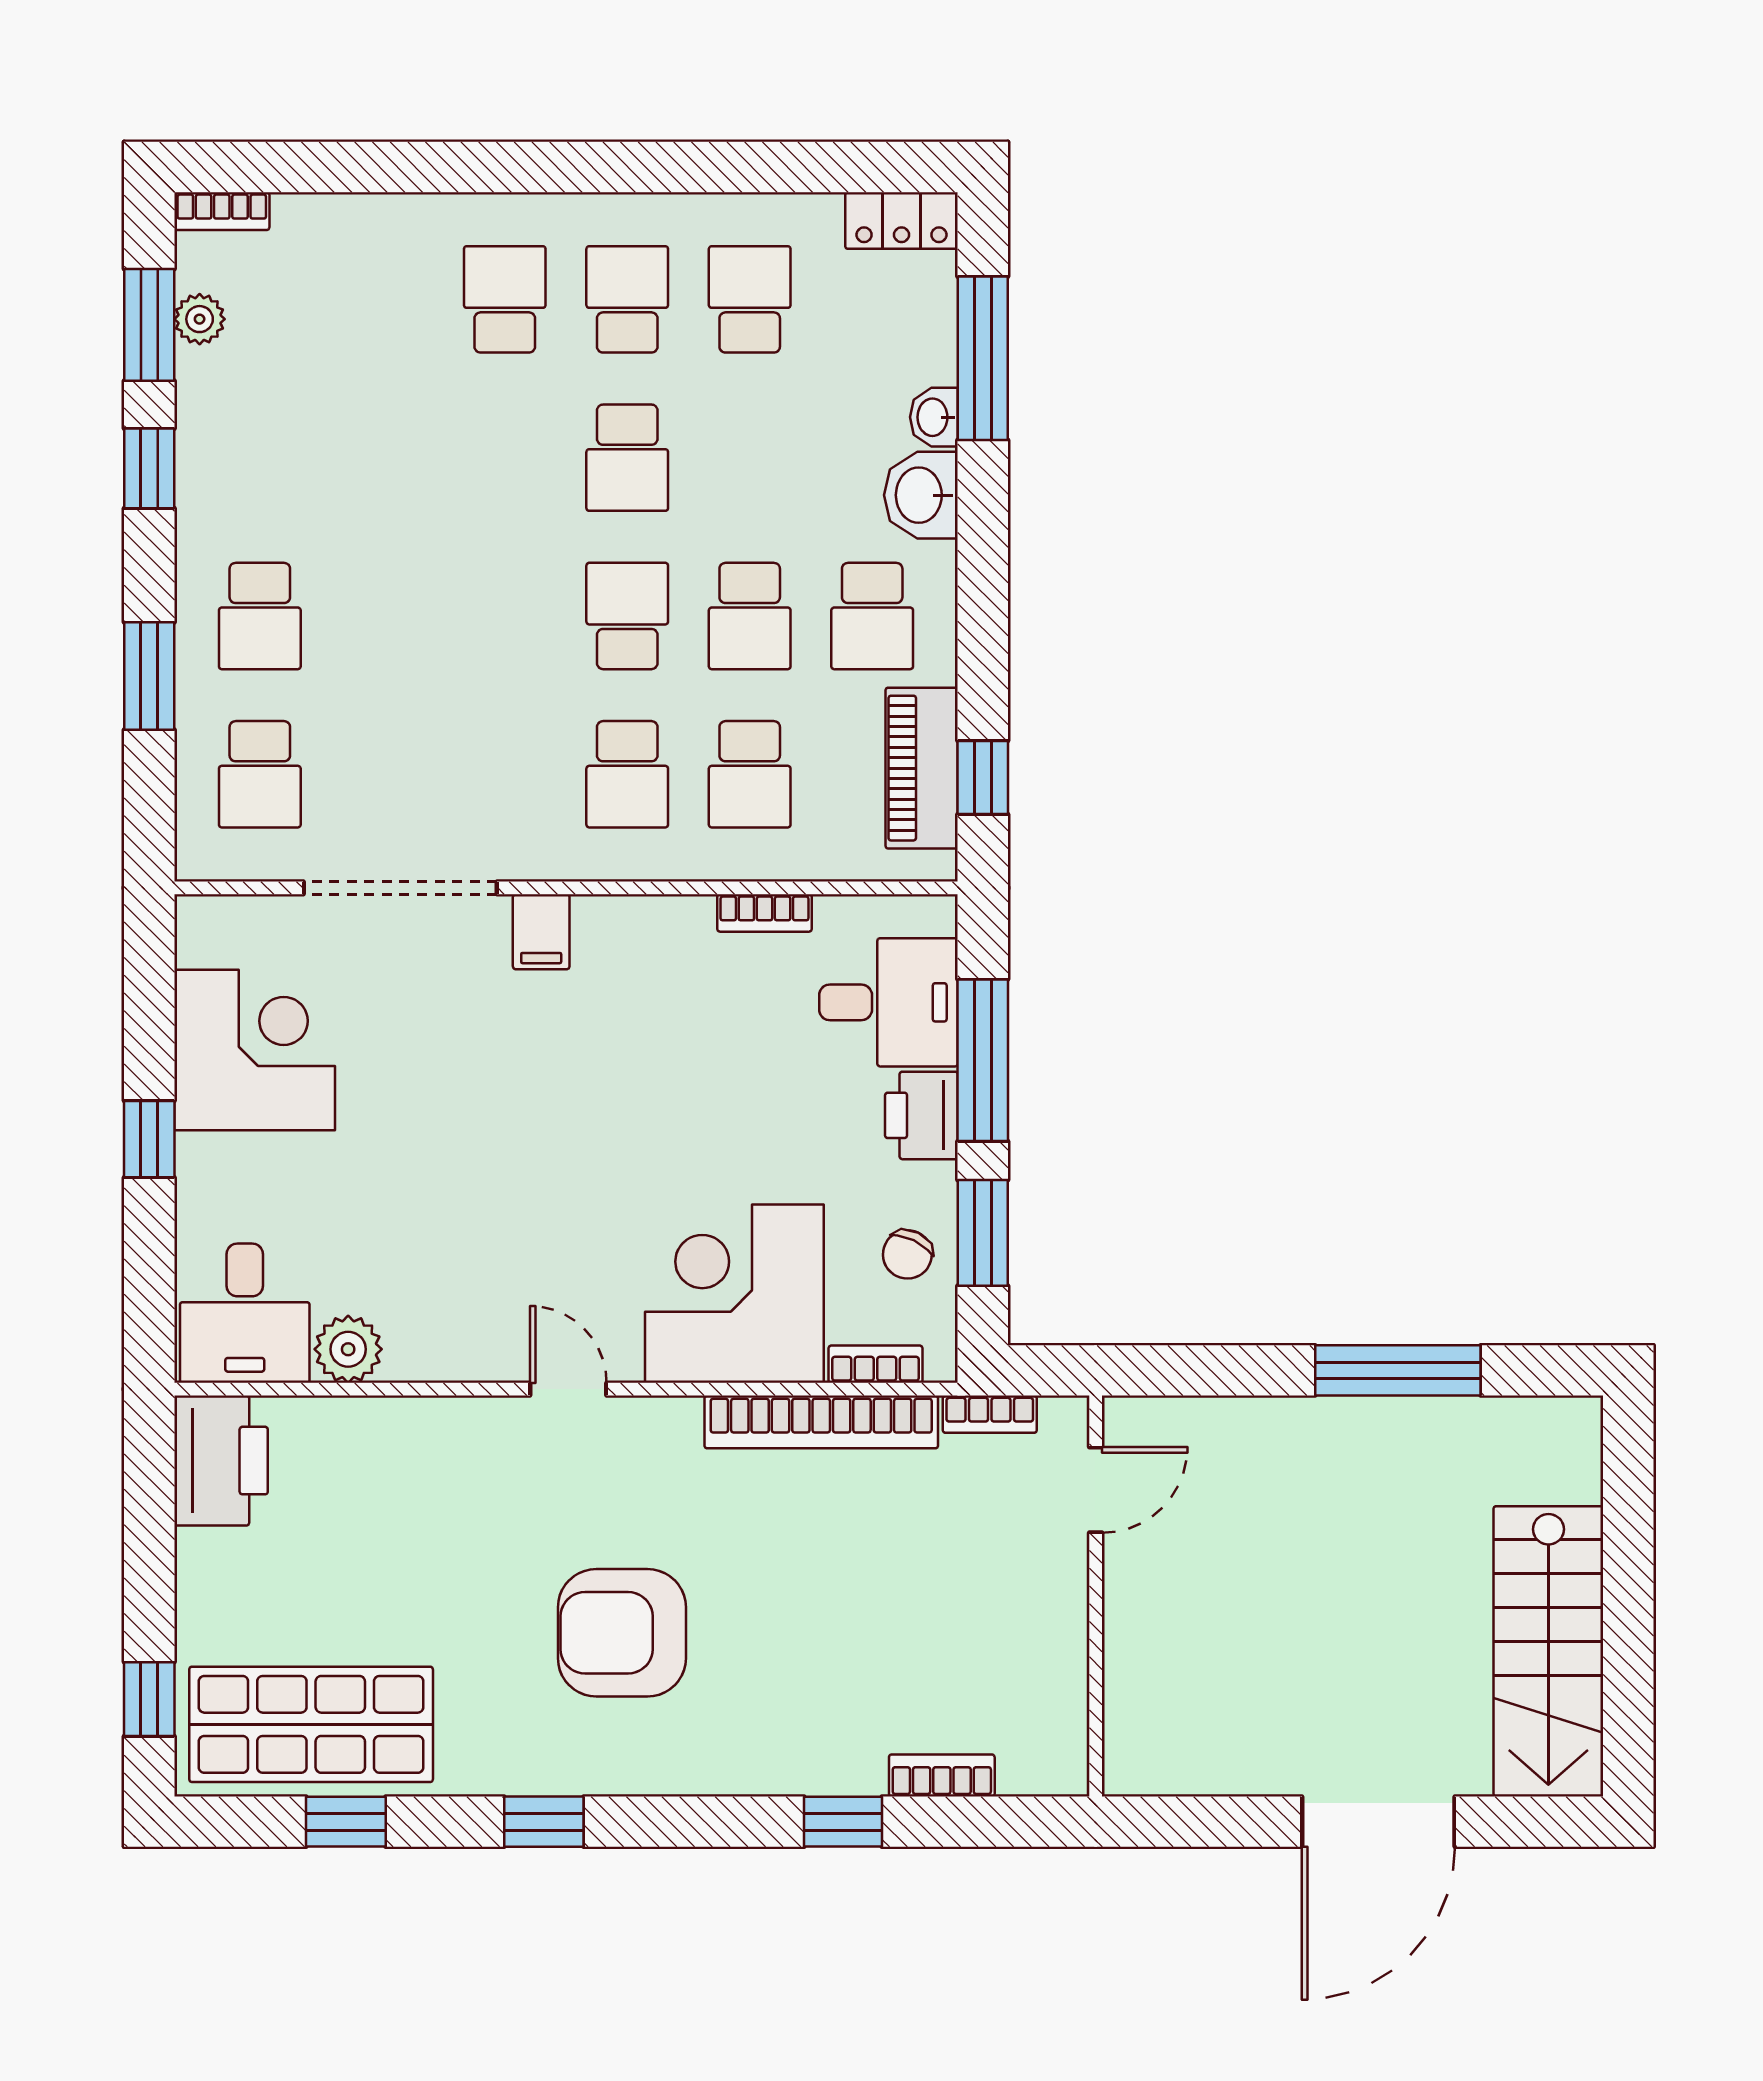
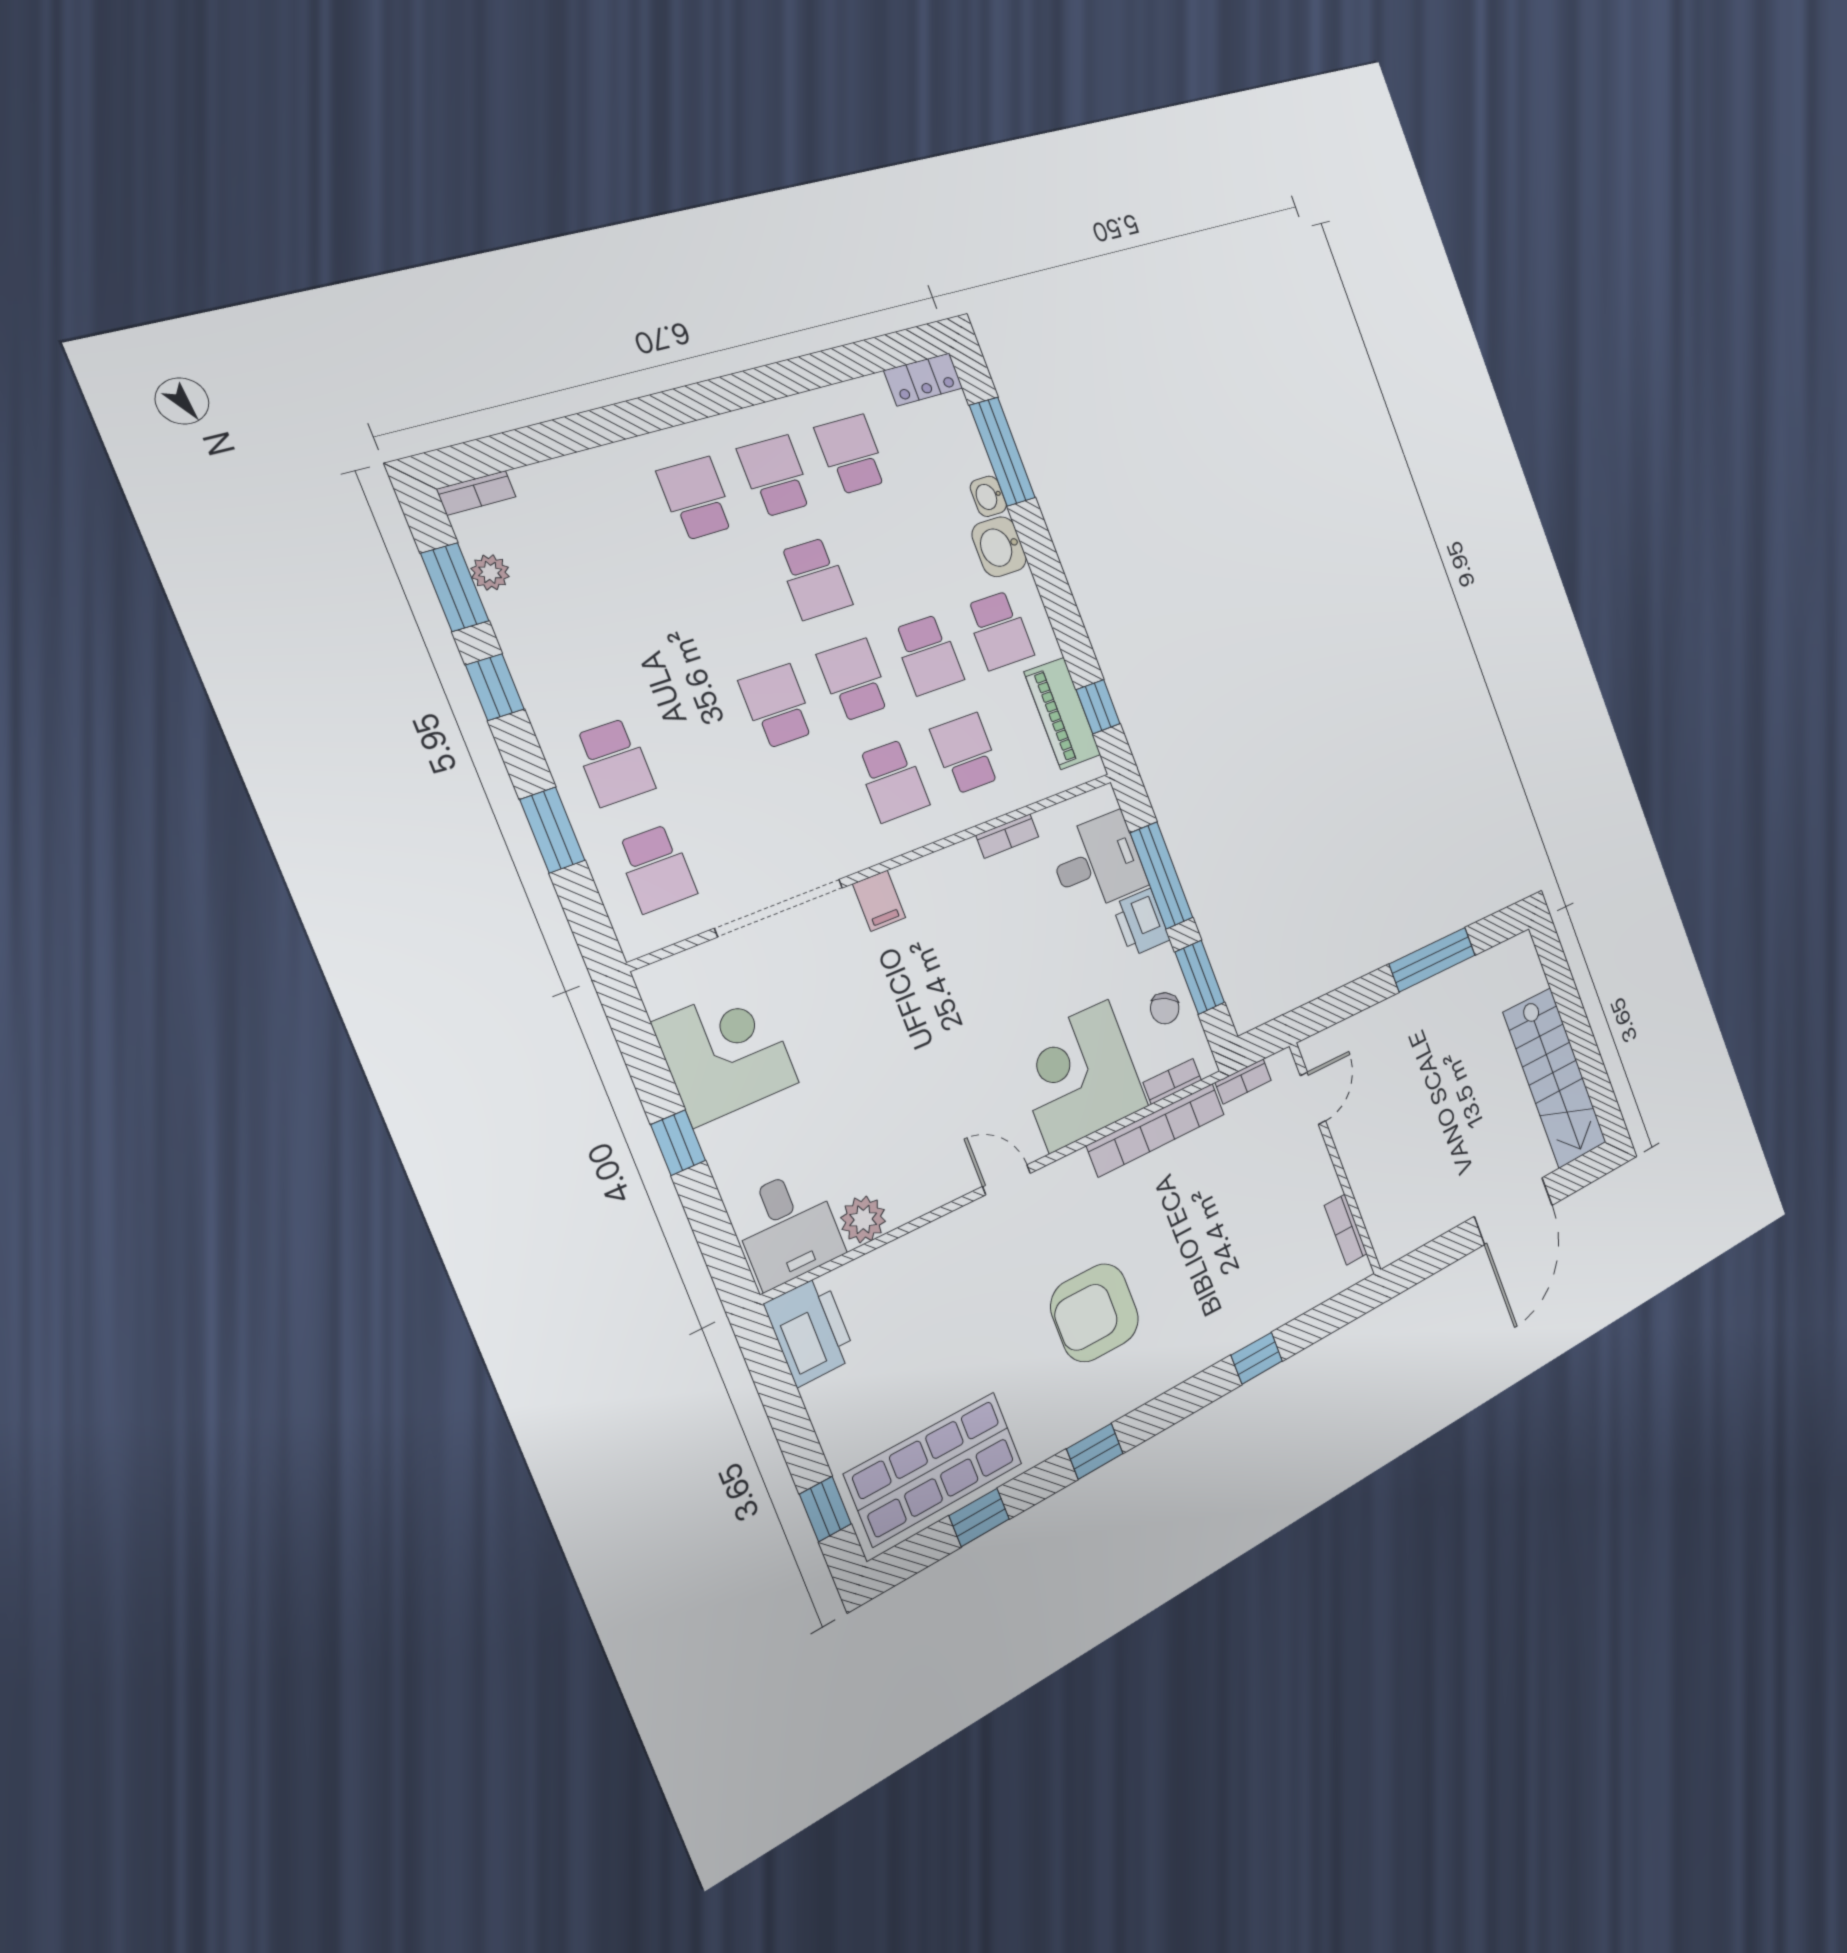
school desk: (505, 616) -> (777, 706), added
school desk: (750, 774) -> (966, 754), turned 180
bookcase: (942, 1776) -> (1346, 1230), moved, turned -90

